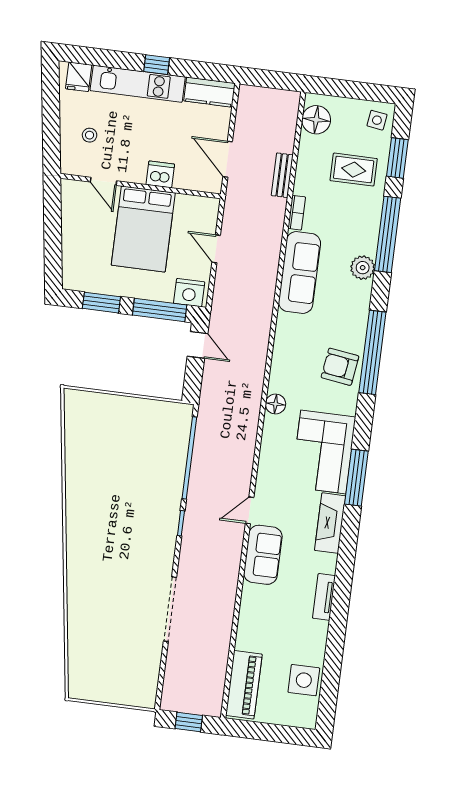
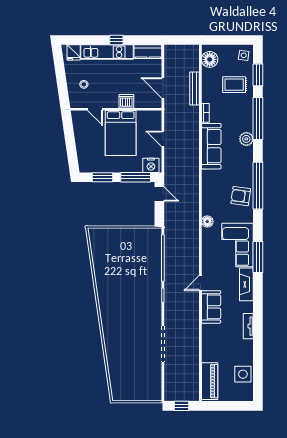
bench: (282, 175) -> (195, 89), width x1.36

